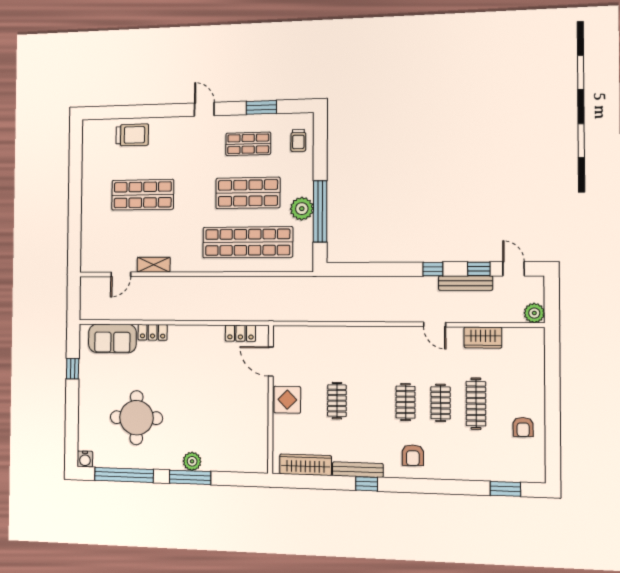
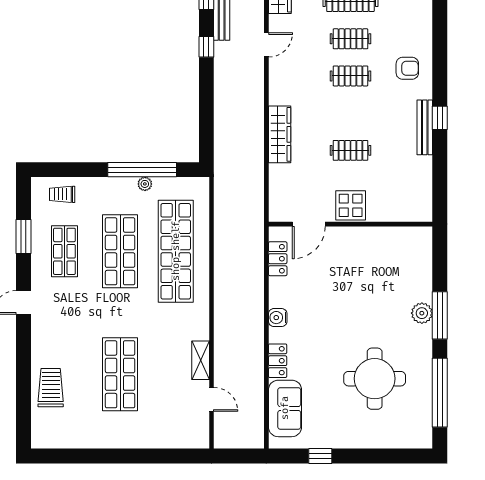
trolley: (298, 140) -> (62, 194), turned 180
plant: (302, 209) -> (145, 184), width x0.53, depth x0.53
water cooler: (85, 459) -> (278, 318), moved, turned 180
wardrobe: (306, 465) -> (280, 134), moved, turned 180

